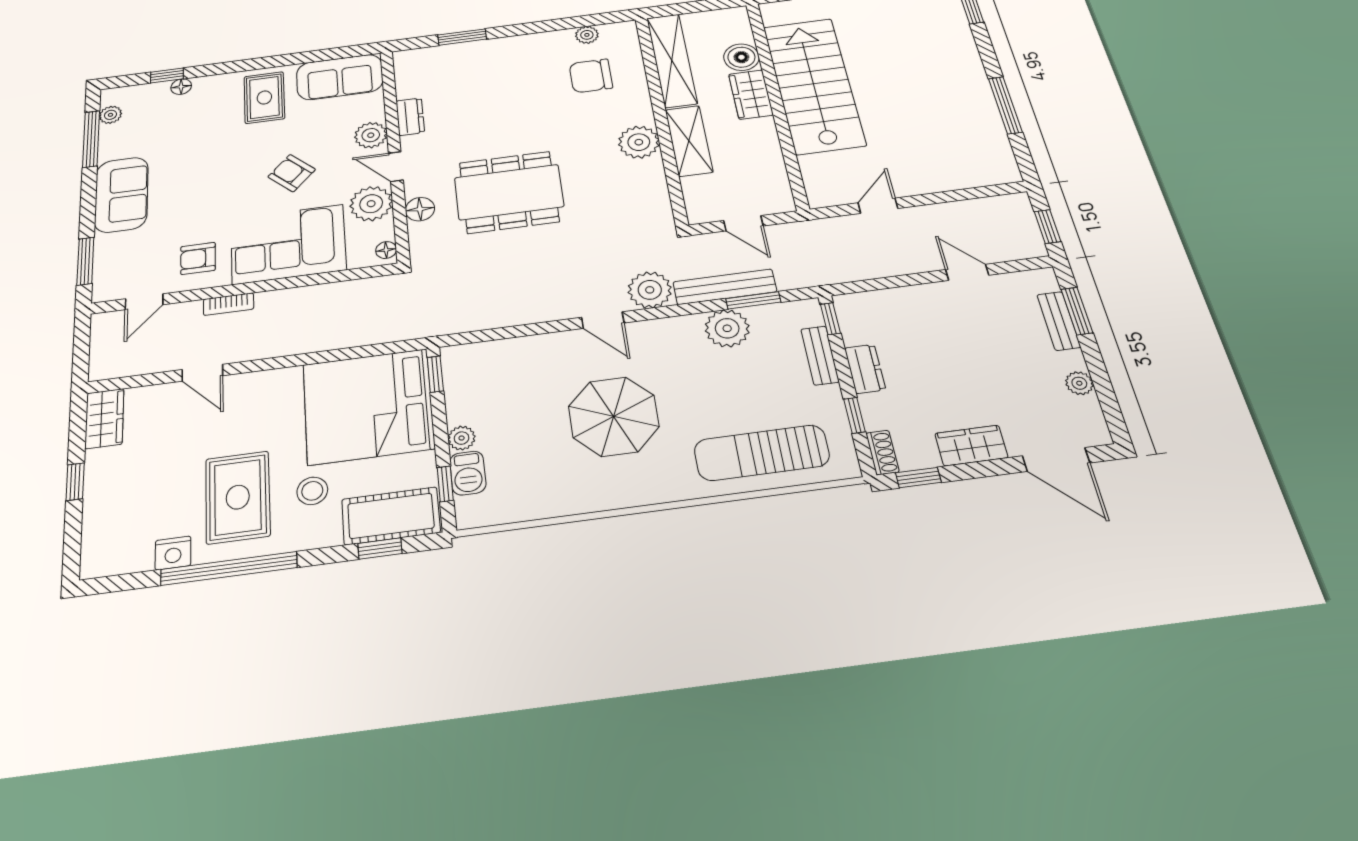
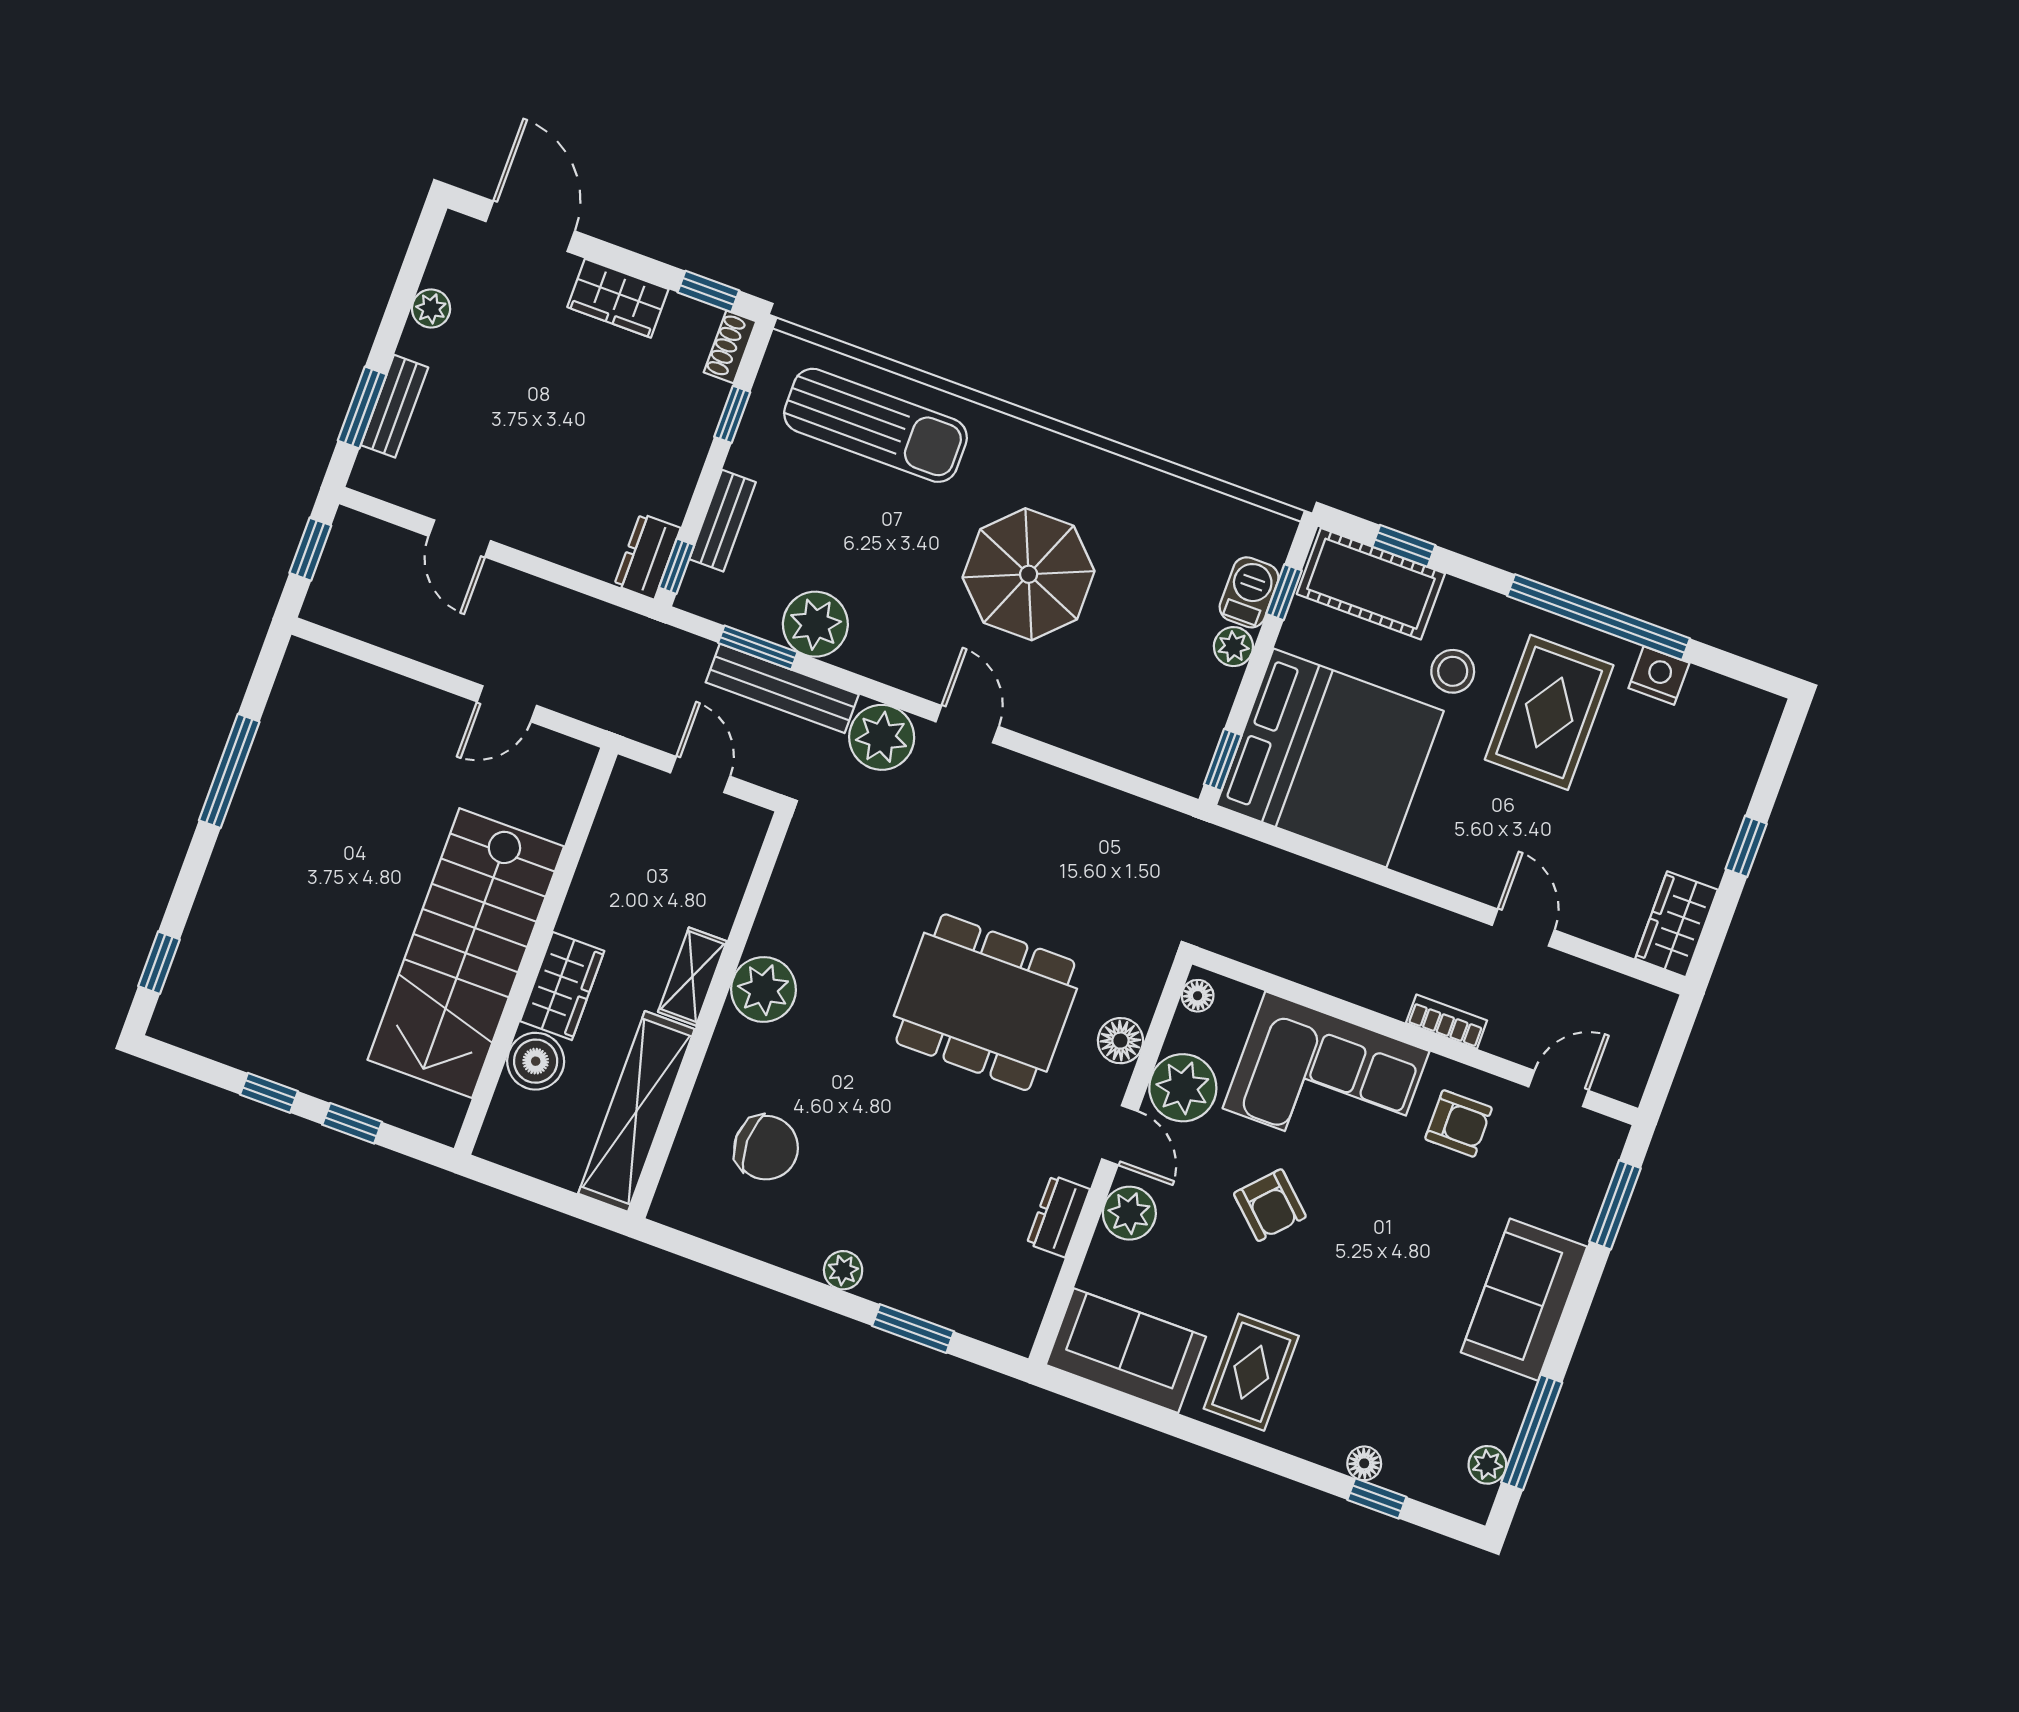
plant: (587, 35) -> (843, 1270), moved
shelving: (689, 141) -> (692, 976), width x0.67, depth x0.75
dresser: (865, 369) -> (647, 556), moved

